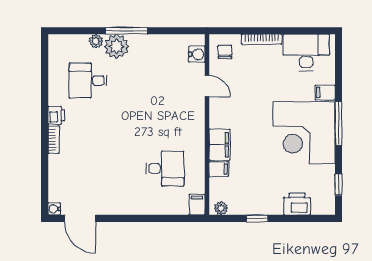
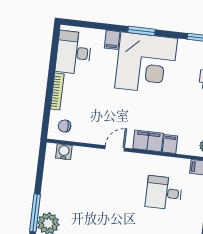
door: (207, 86) -> (115, 148), moved
window: (338, 123) -> (142, 31), width x0.69
desk: (165, 169) -> (164, 193), turned -90

